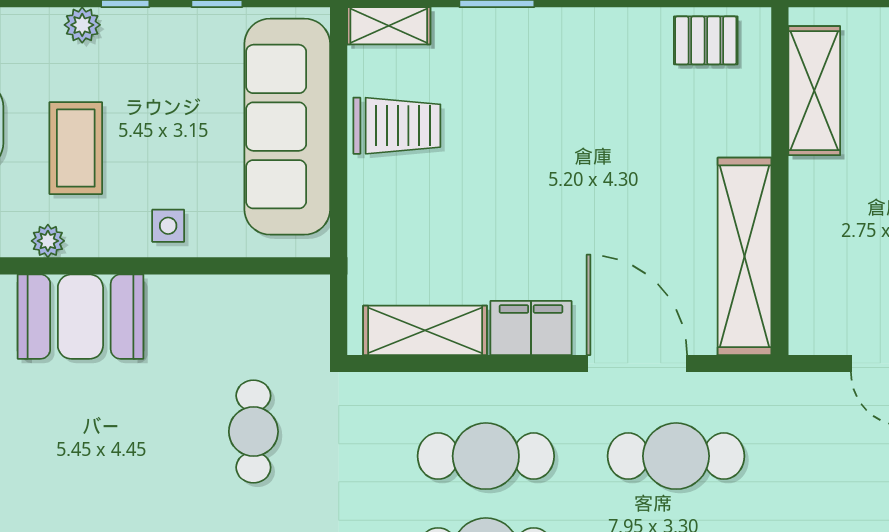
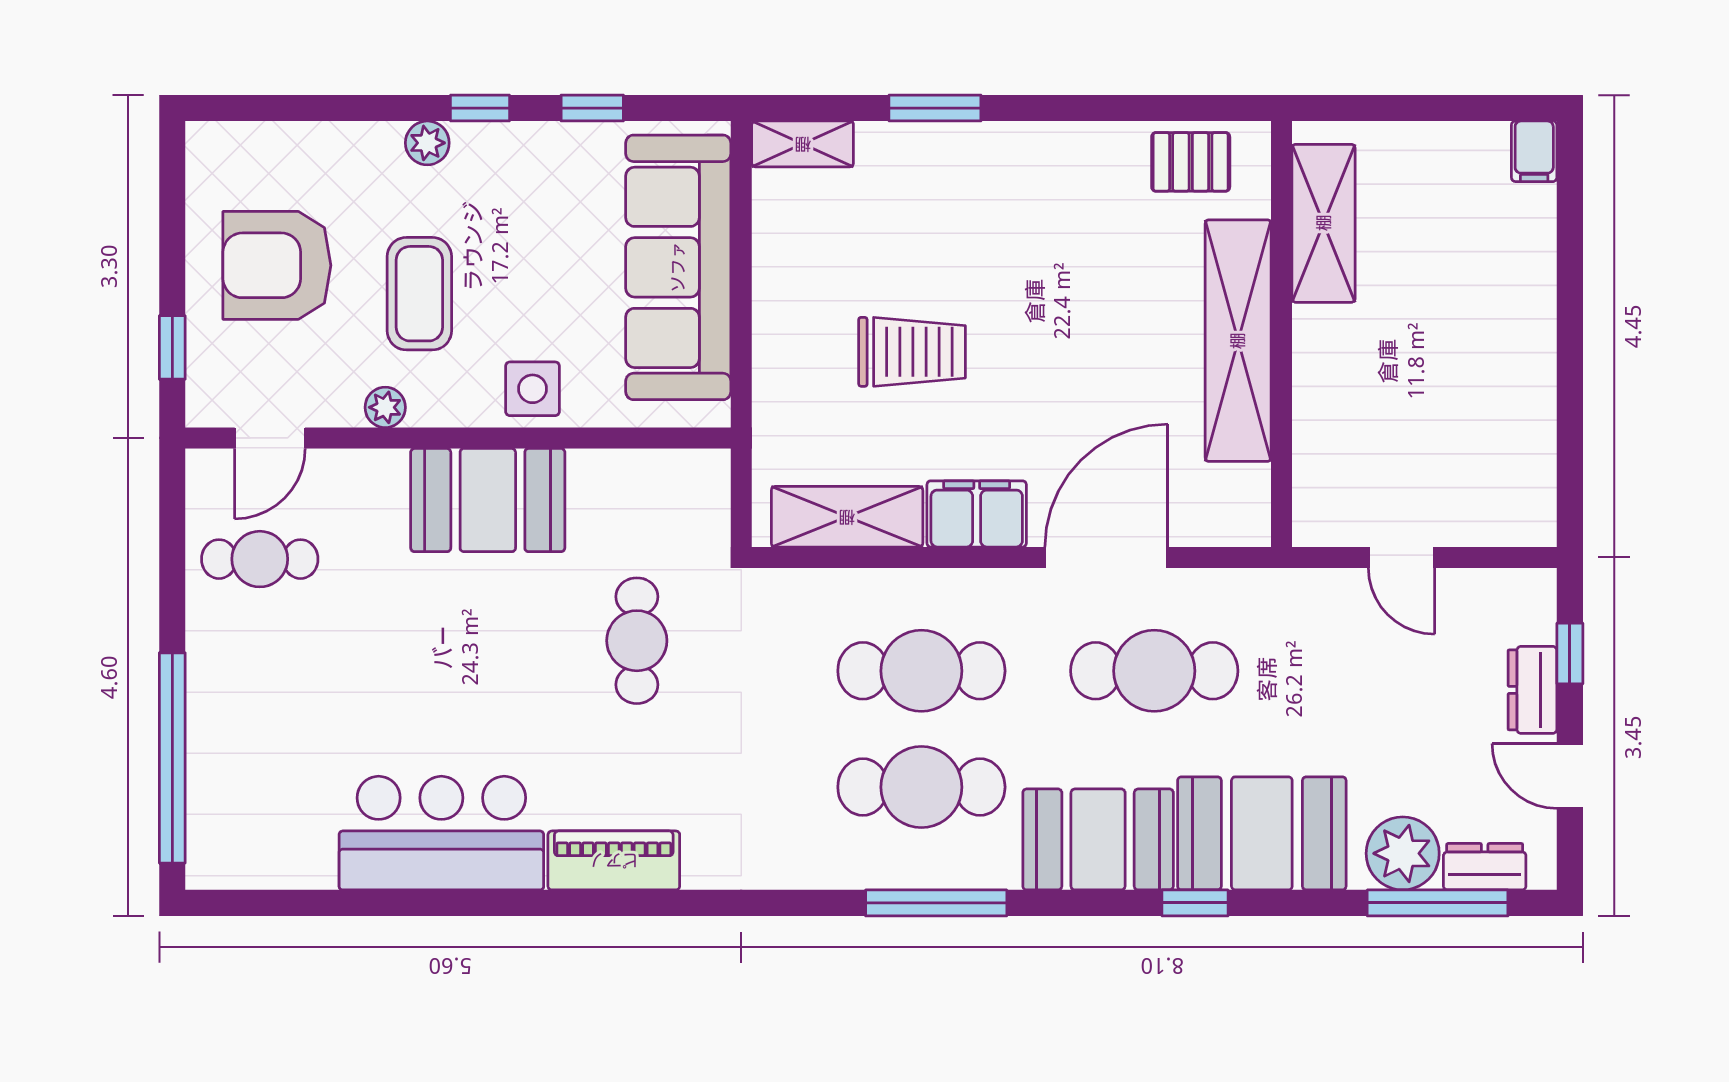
trolley: (397, 126) -> (912, 352), moved
side table: (168, 226) -> (532, 389), width x1.37, depth x1.37
shelving: (745, 256) -> (1238, 341), moved
booth: (80, 317) -> (488, 500), moved
door: (637, 363) -> (1106, 557), hinge flipped

